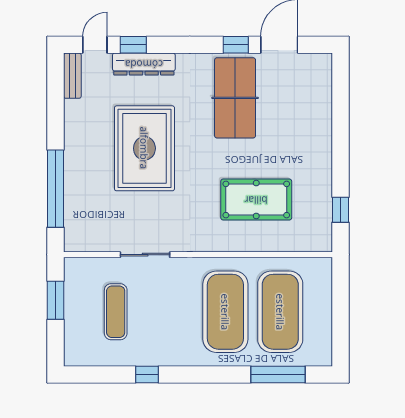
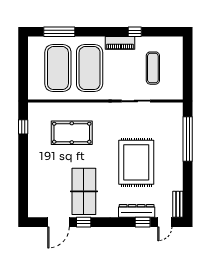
window: (55, 300) -> (188, 75), removed
piano: (172, 355) -> (120, 43), added

